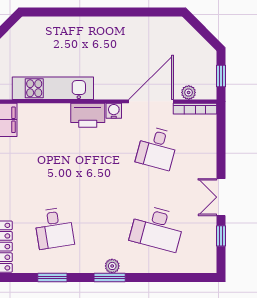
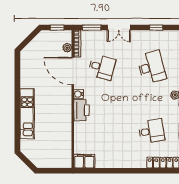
kitchen unit: (53, 88) -> (27, 114), moved, turned 180
window: (221, 132) -> (92, 28), added
double door: (221, 197) -> (119, 28), moved
desk: (157, 228) -> (151, 67), turned -30

